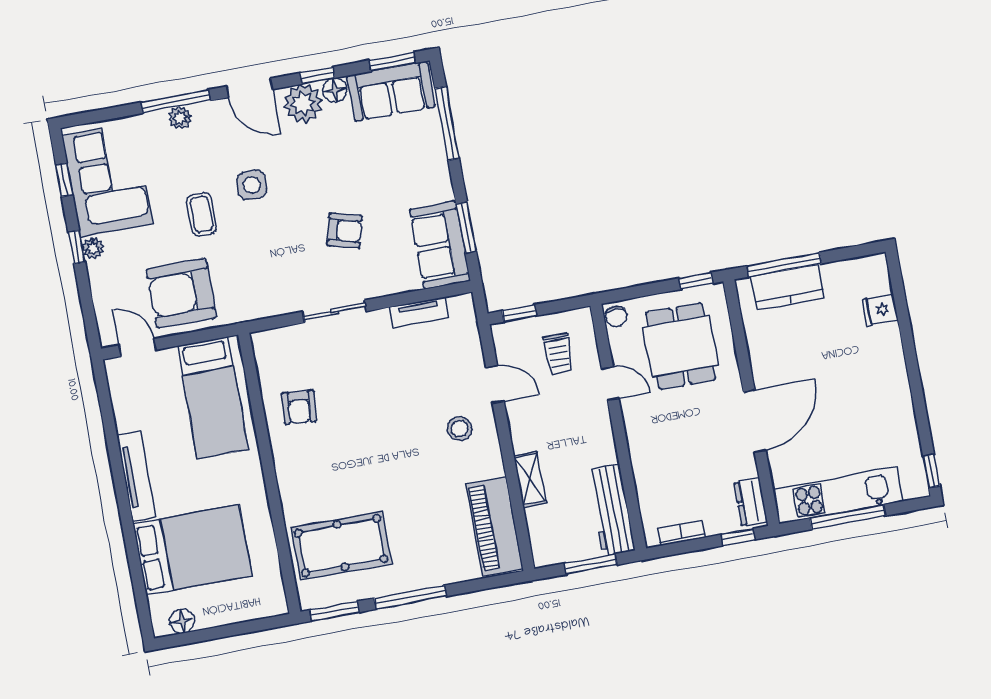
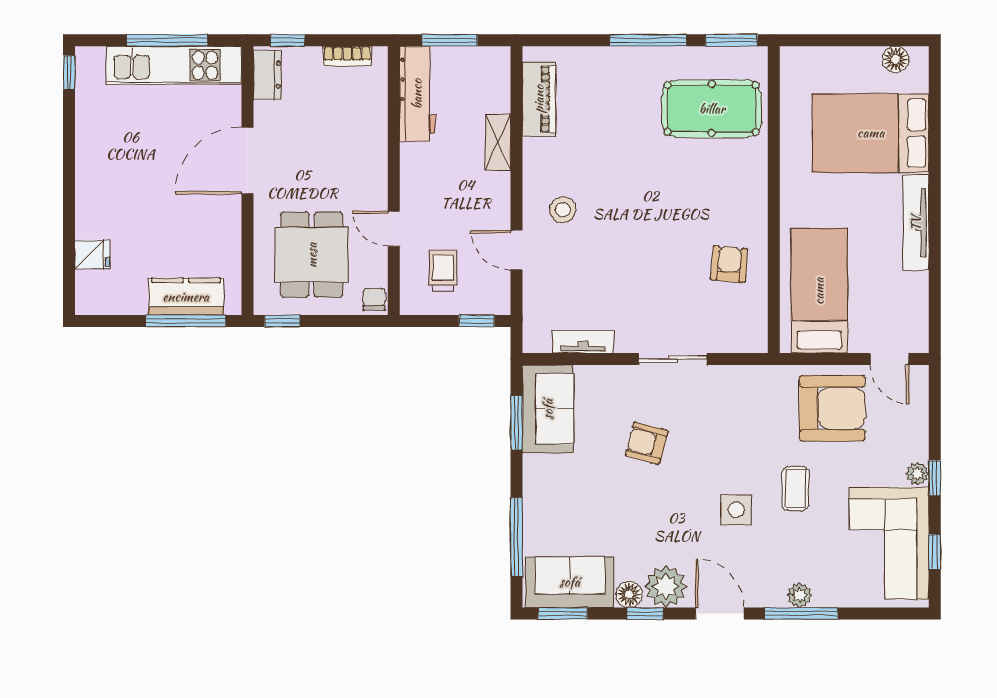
piano: (495, 526) -> (539, 99), width x0.73, depth x0.75

